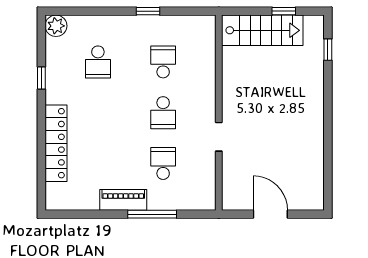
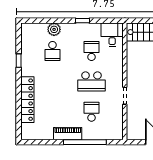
plant: (56, 26) -> (54, 29), moved
desk: (198, 35) -> (112, 35), added
school desk: (163, 113) -> (91, 81), width x1.85
window: (152, 214) -> (85, 142), width x1.46

